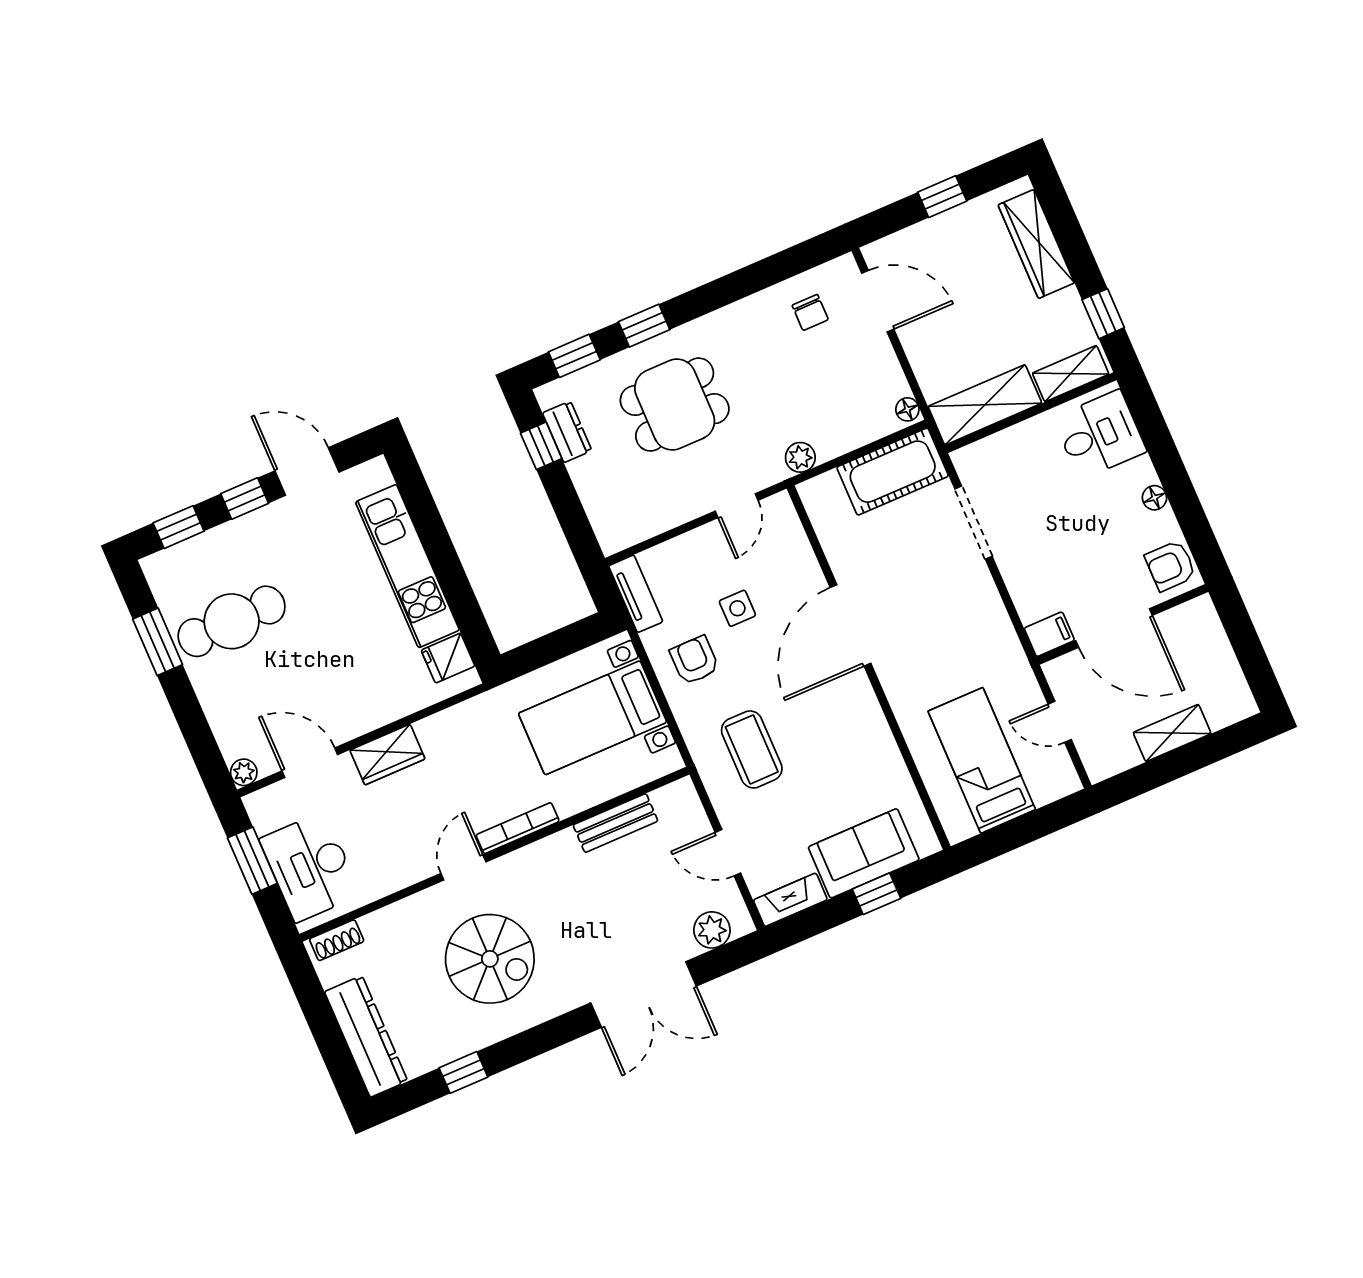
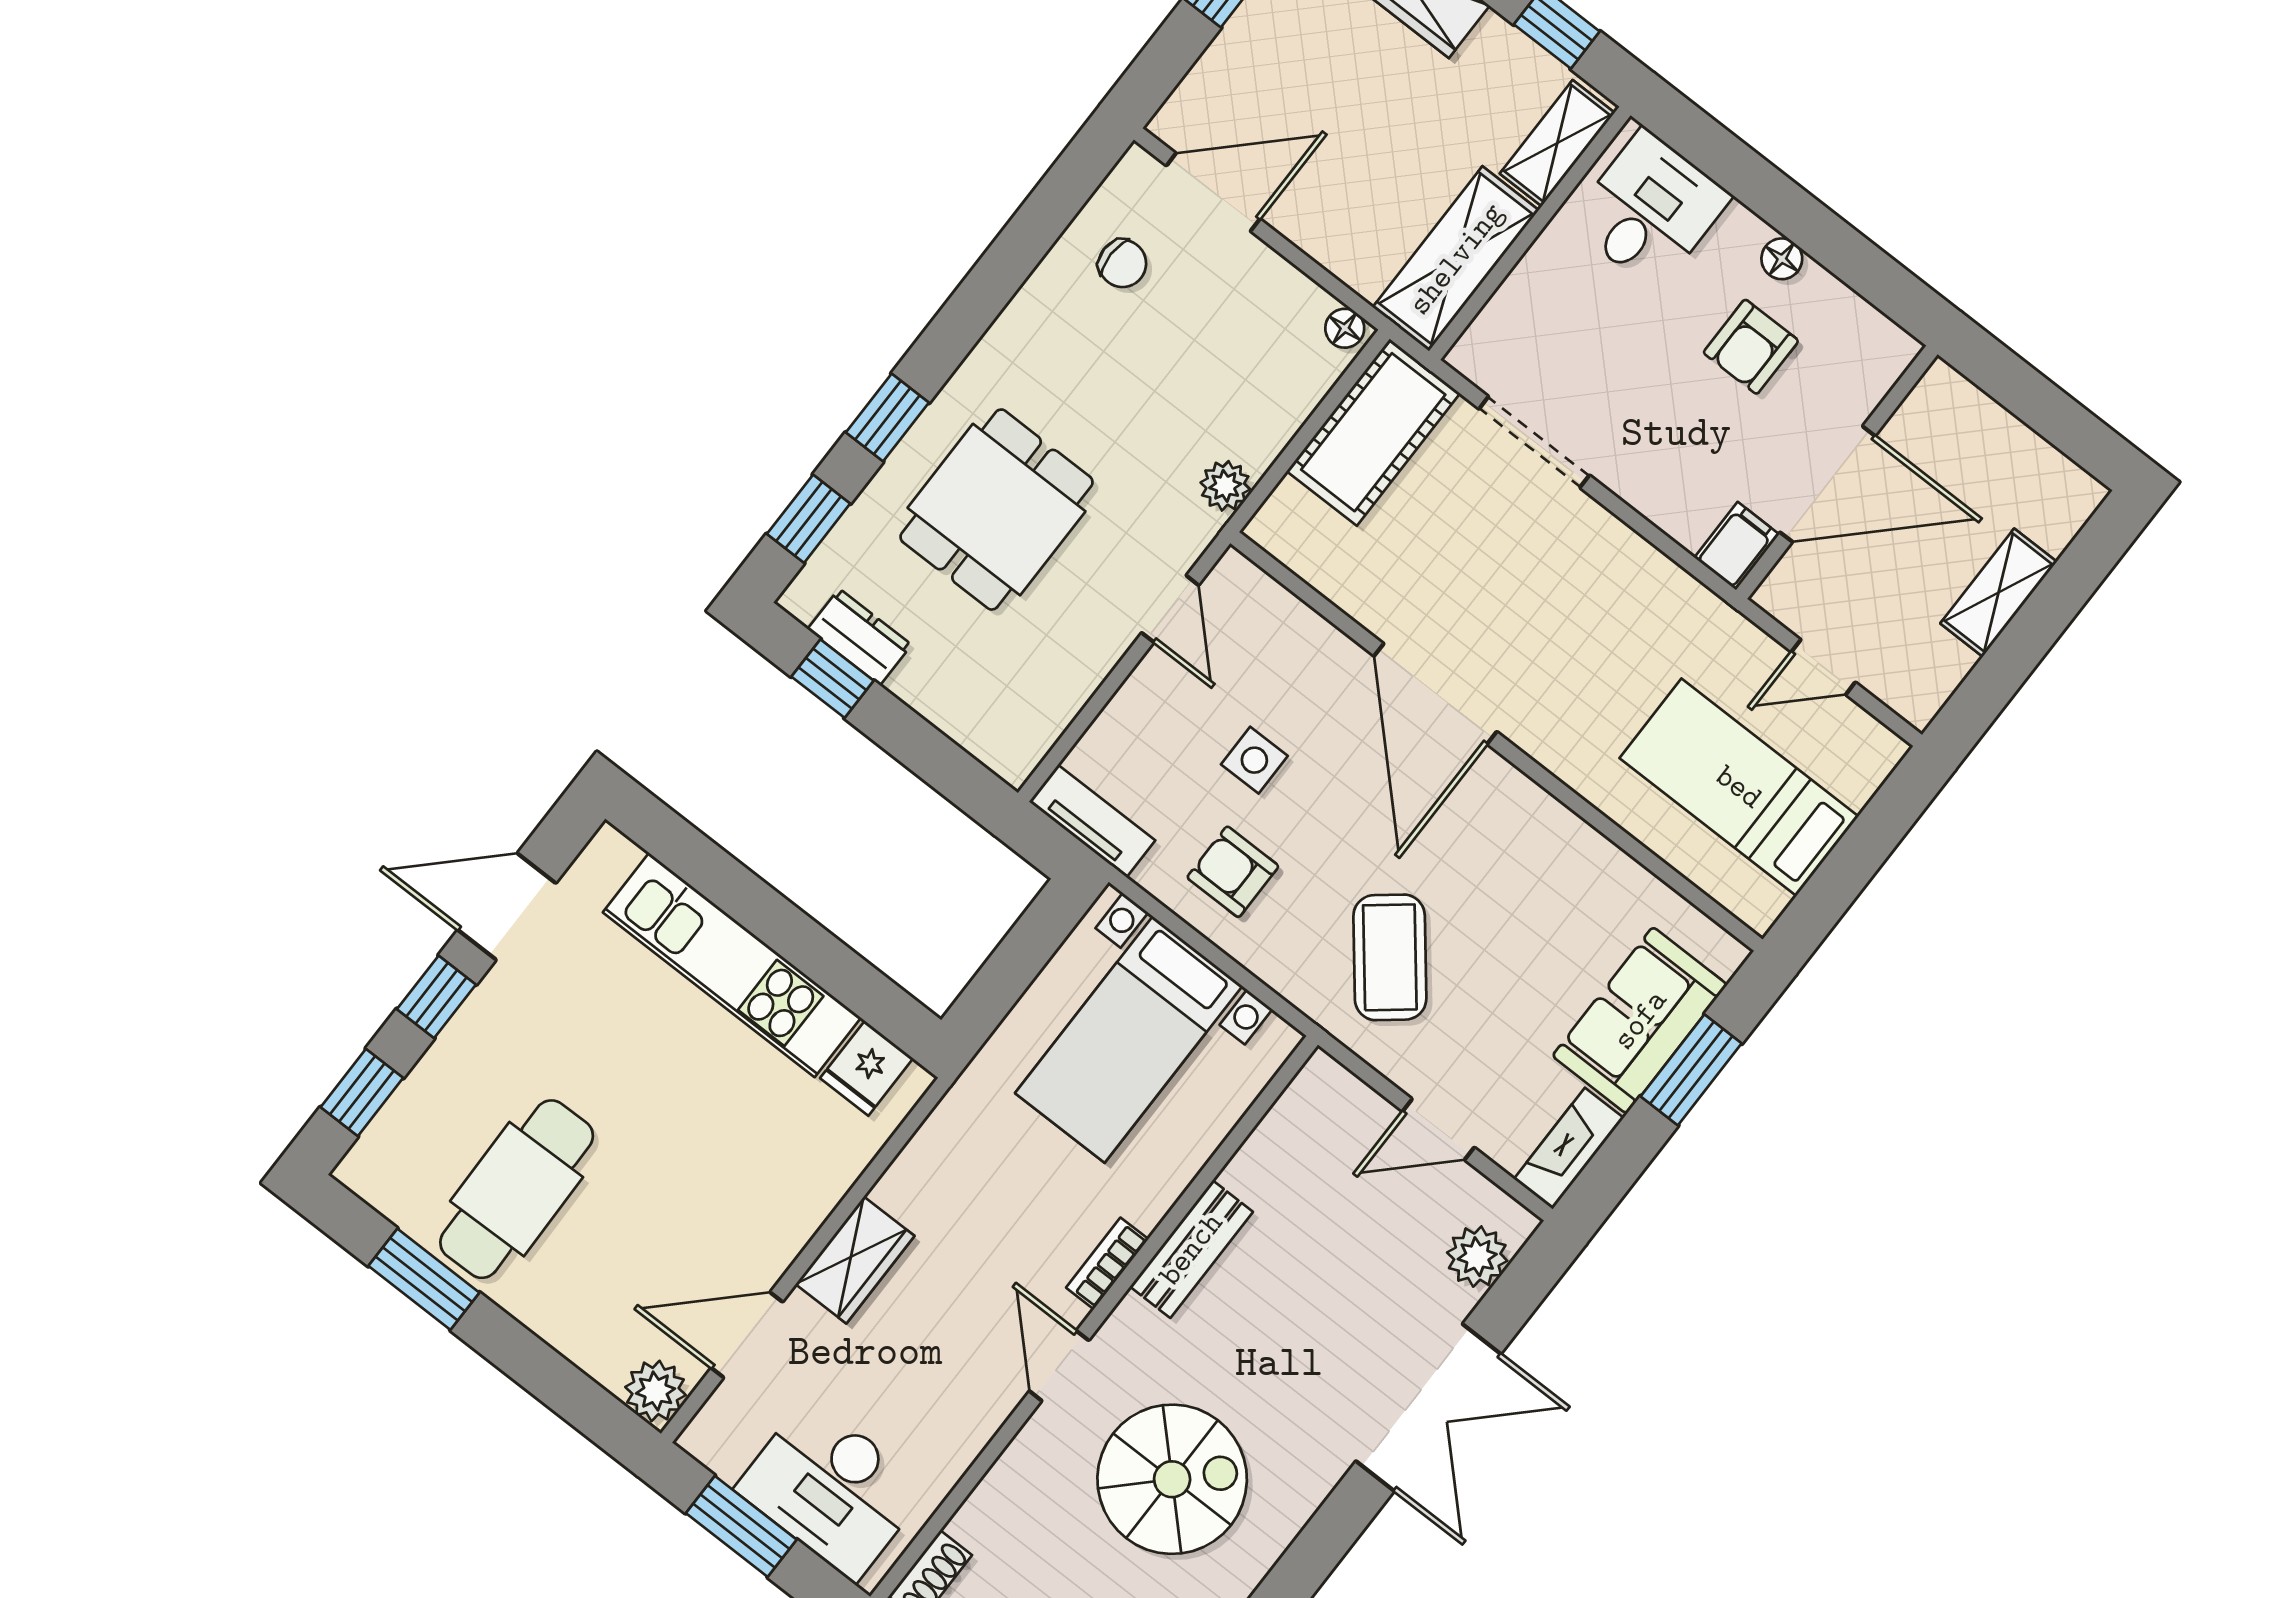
armchair: (1170, 566) -> (1751, 347), moved
coffee table: (752, 749) -> (1390, 957), turned 51
plant: (244, 772) -> (656, 1391), width x1.38, depth x1.38
bench: (615, 823) -> (1191, 1249), moved
bookcase: (518, 828) -> (1107, 1263), width x0.64
window: (876, 894) -> (1691, 1070), width x1.50

